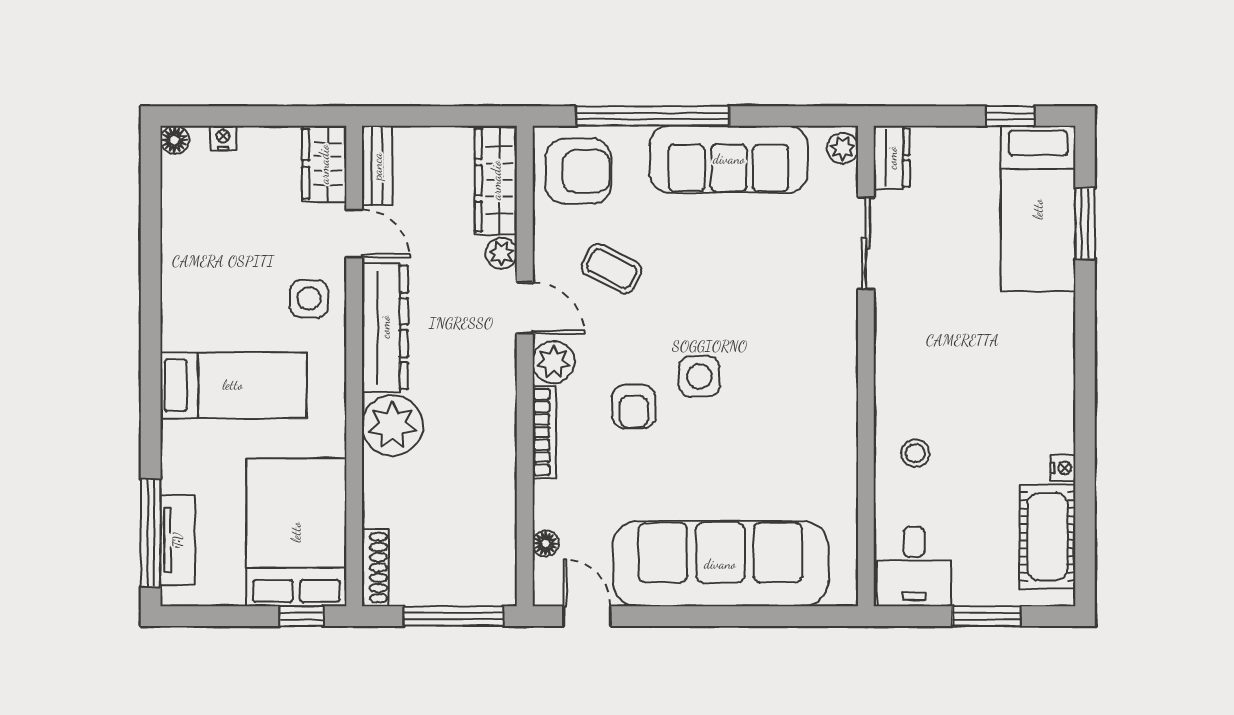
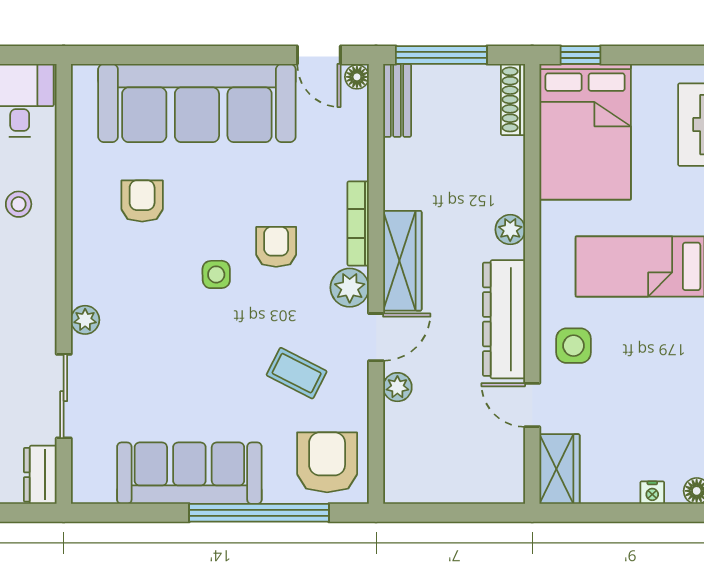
plant: (843, 148) -> (85, 320), moved
bench: (377, 166) -> (397, 100), moved
armchair: (578, 171) -> (327, 462), turned 90
wardrobe: (496, 180) -> (402, 261), moved
door: (525, 308) -> (376, 337), swing flipped
side table: (699, 376) -> (216, 274), width x0.73, depth x0.73
plant: (392, 425) -> (510, 230), width x0.53, depth x0.53
armchair: (780, 457) -> (142, 201), added
floor lamp: (546, 543) -> (357, 77), moved

